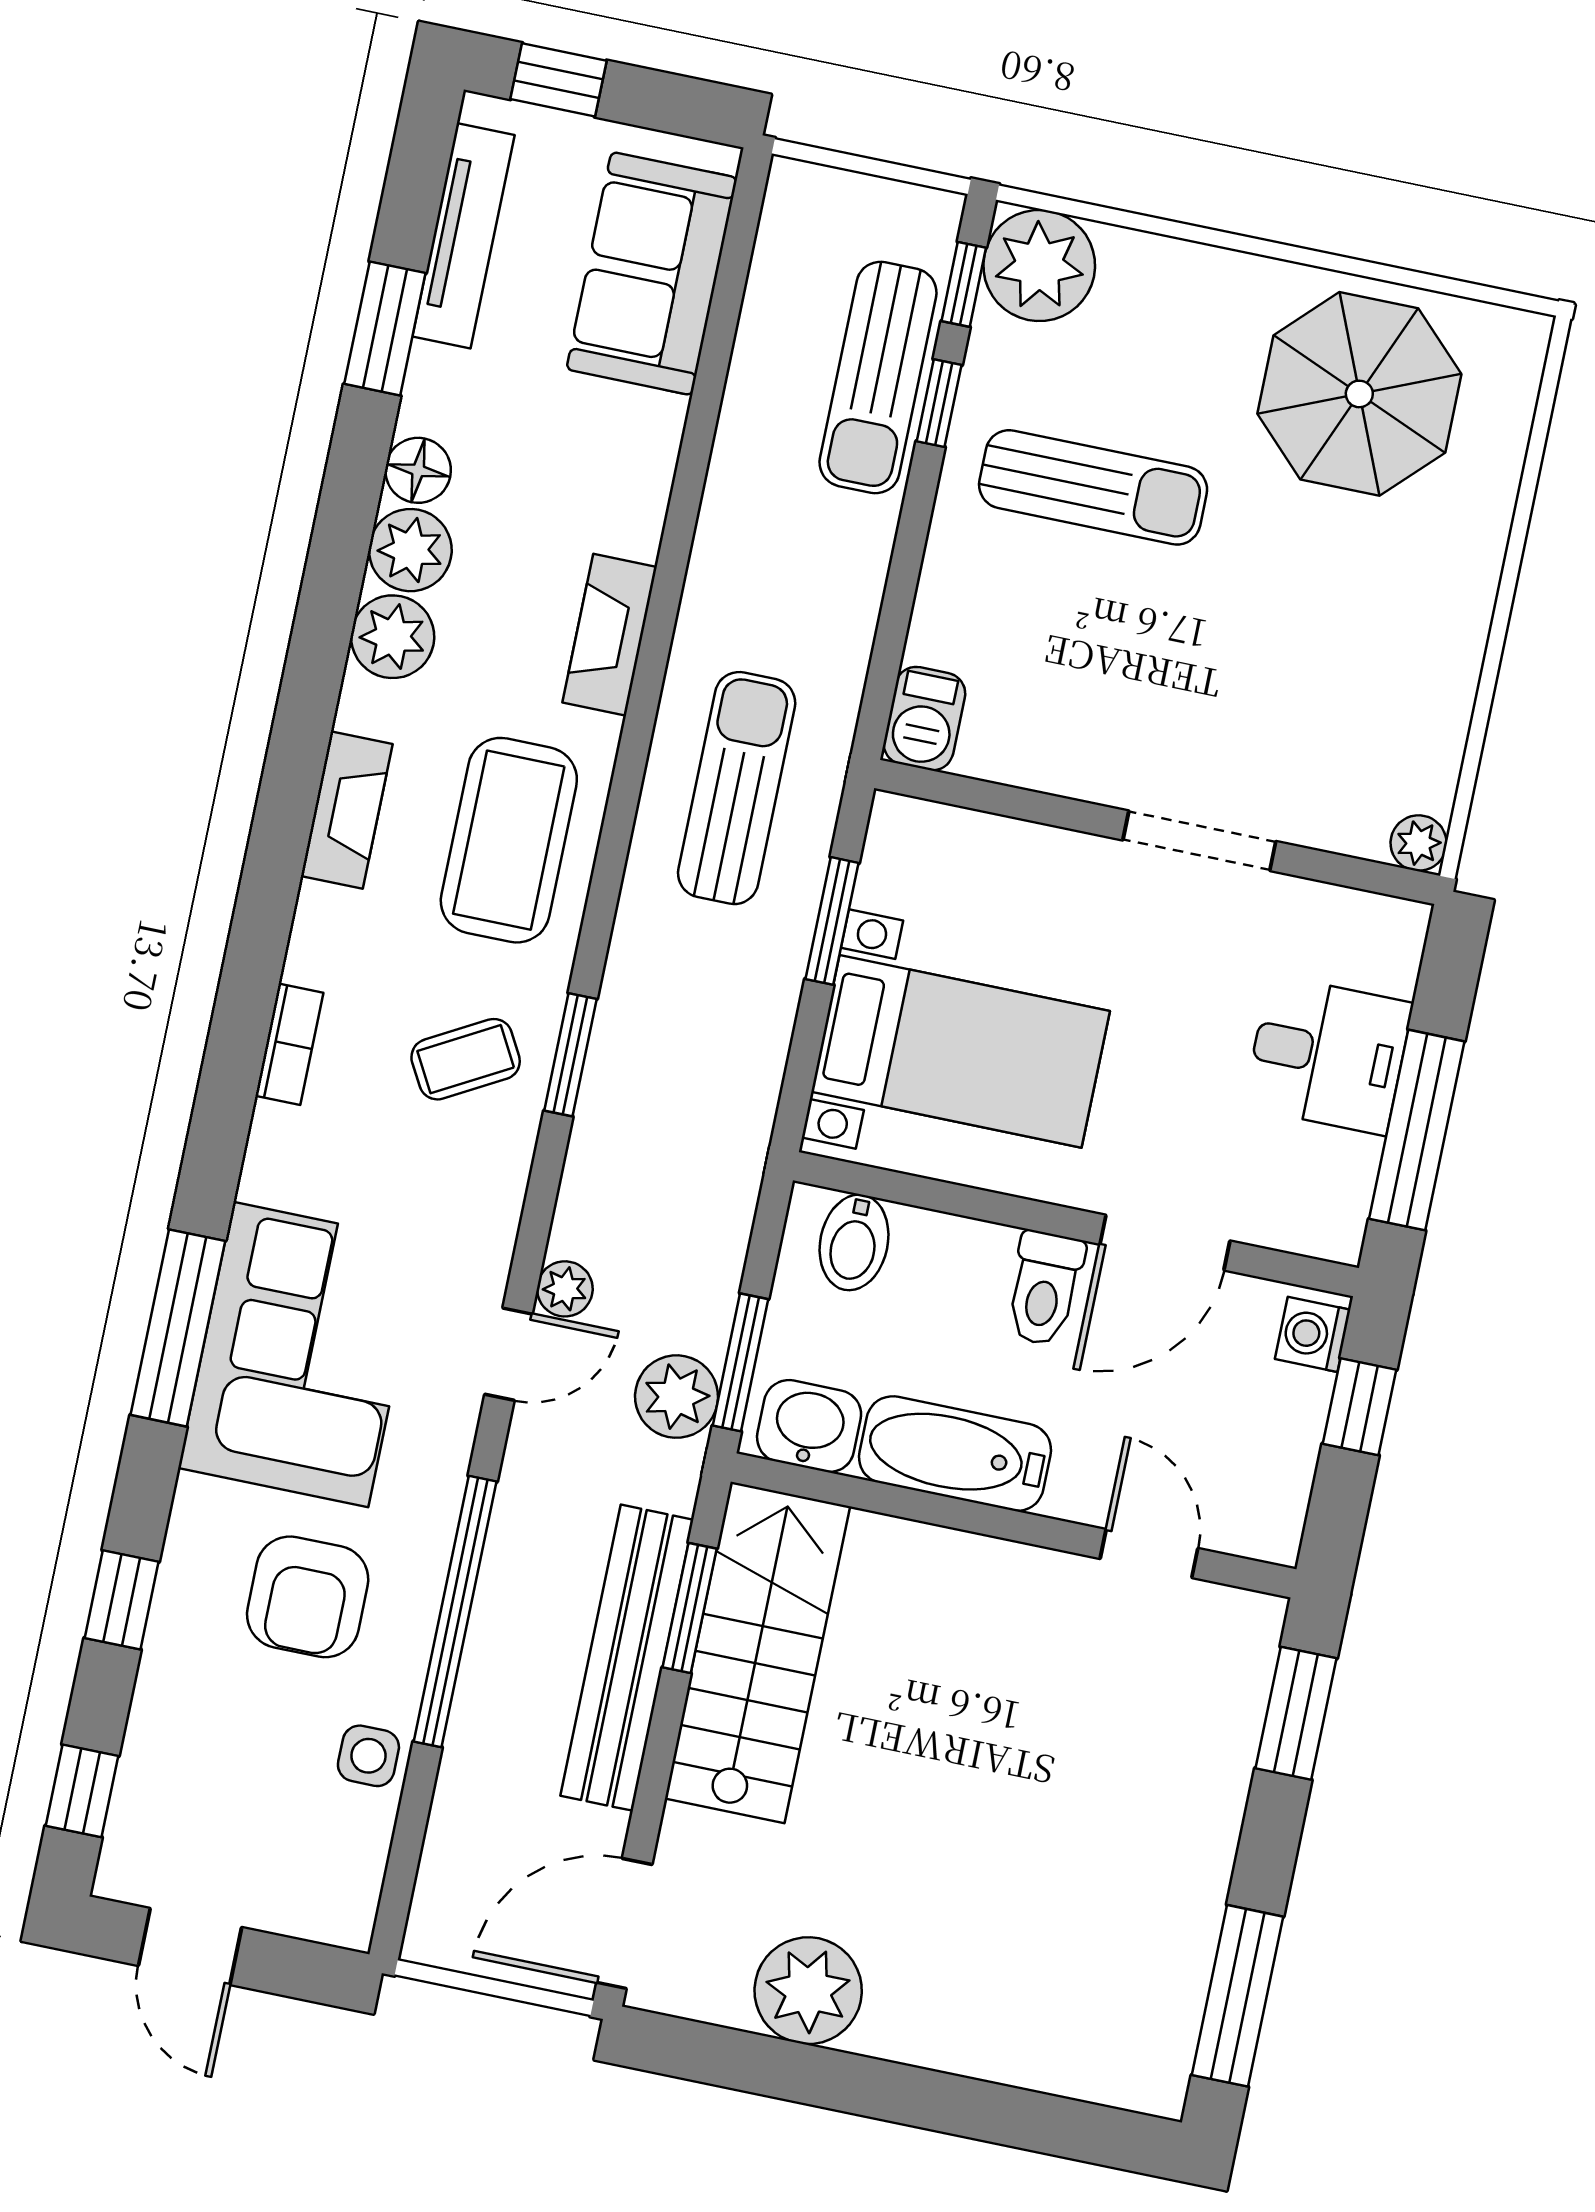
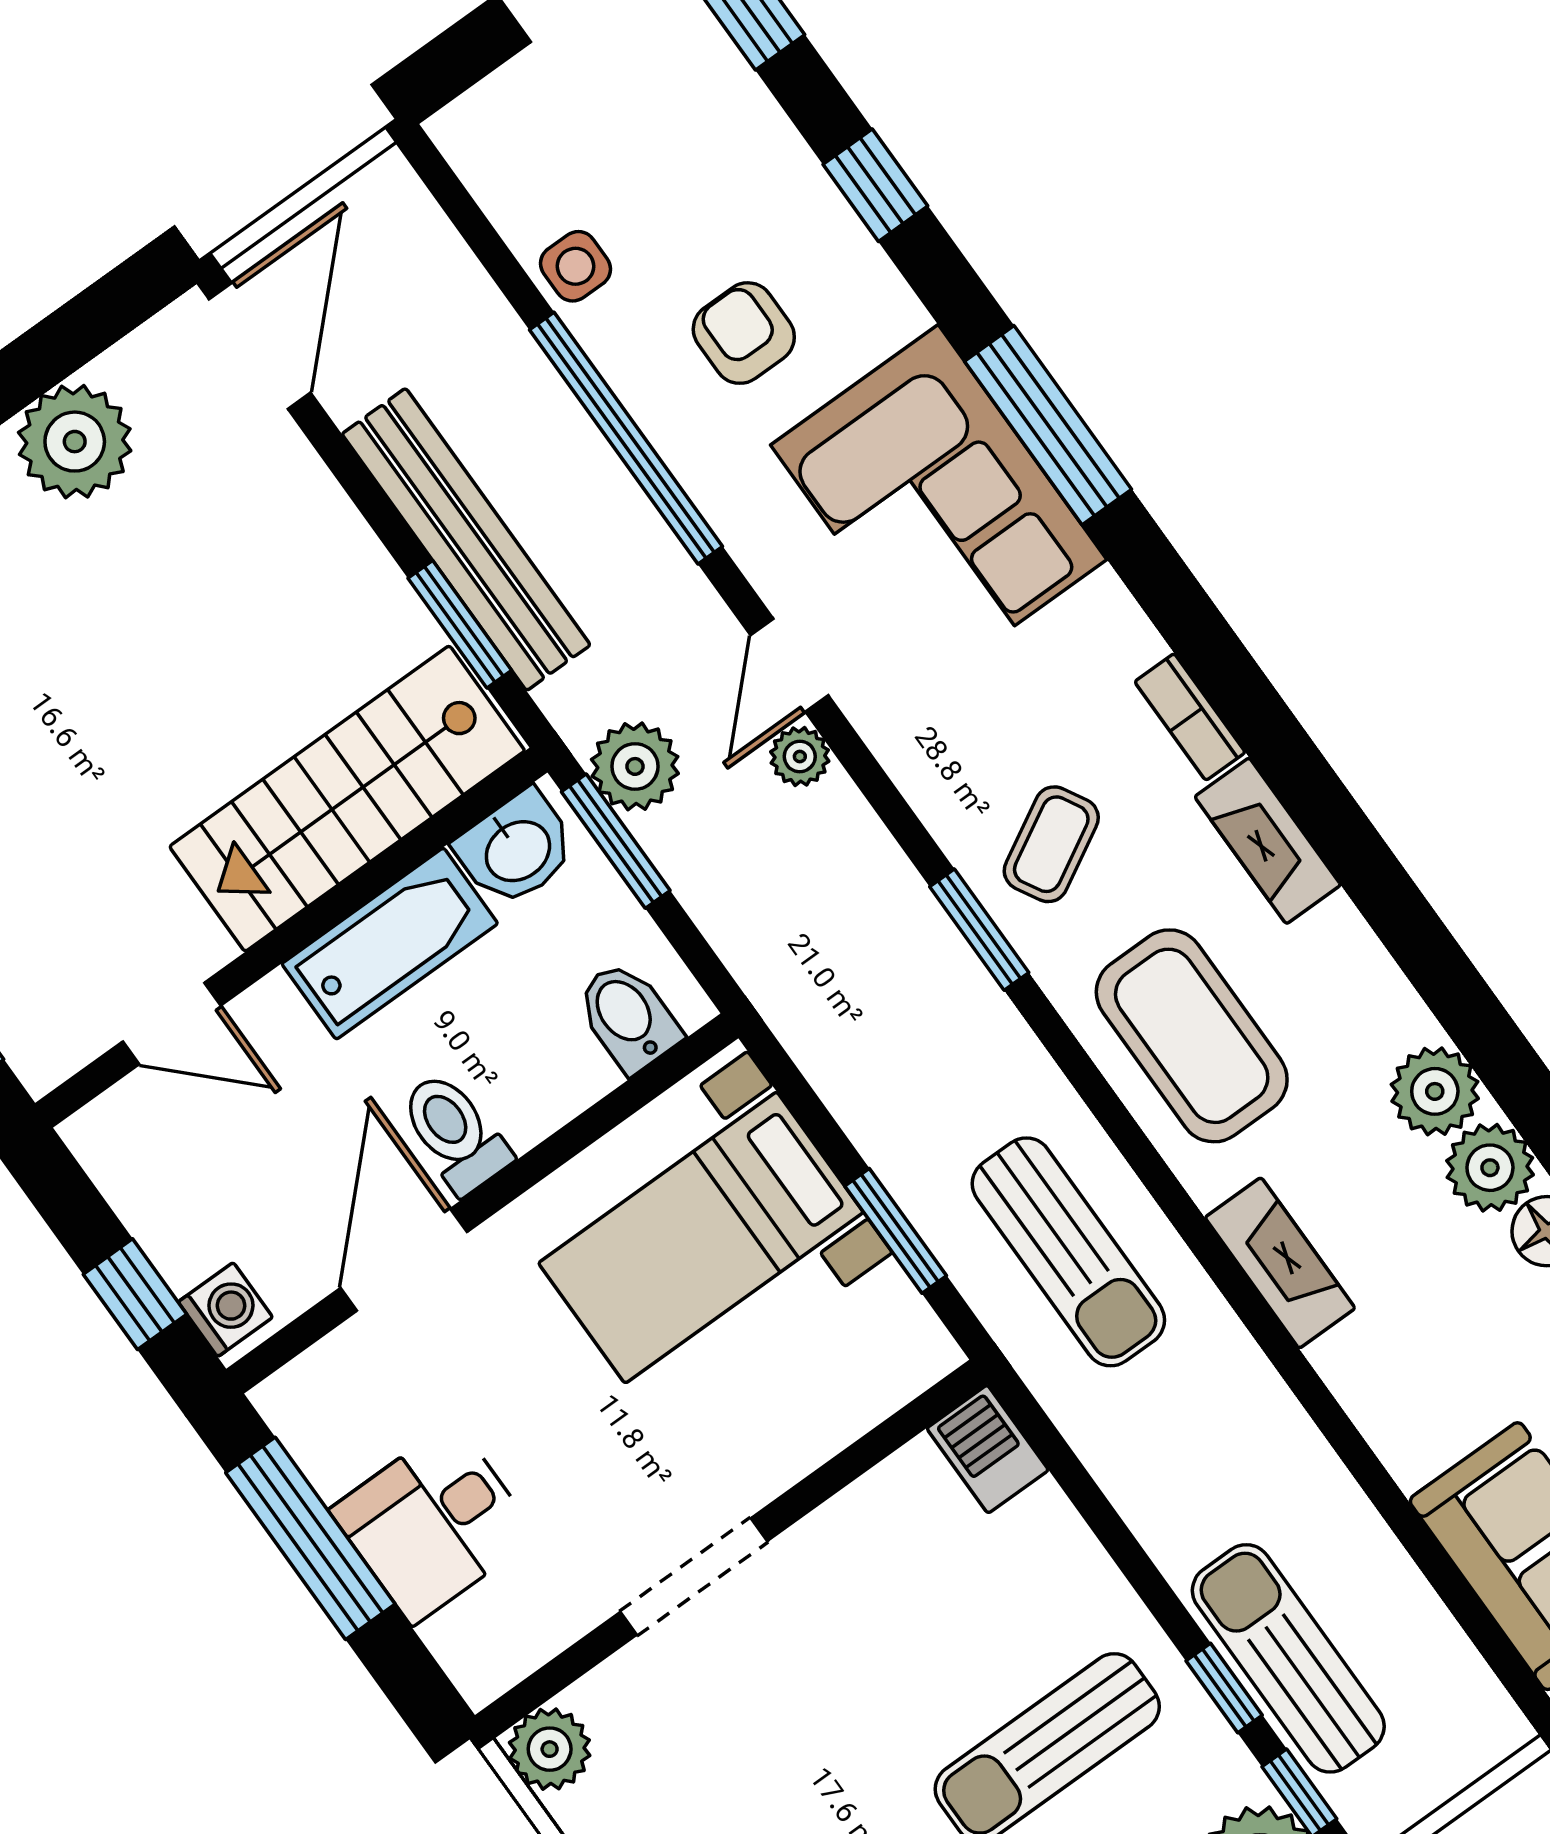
fireplace: (347, 810) -> (1268, 841), moved
plant: (1419, 843) -> (550, 1749), width x1.38, depth x1.38
armchair: (308, 1597) -> (744, 333), width x0.72, depth x0.72
stairs: (757, 1652) -> (347, 799), moved, turned 90

